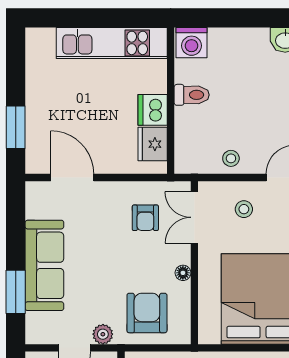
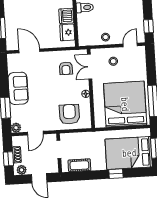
sofa: (44, 265) -> (18, 88), width x0.73
plant: (103, 334) -> (16, 128), moved

